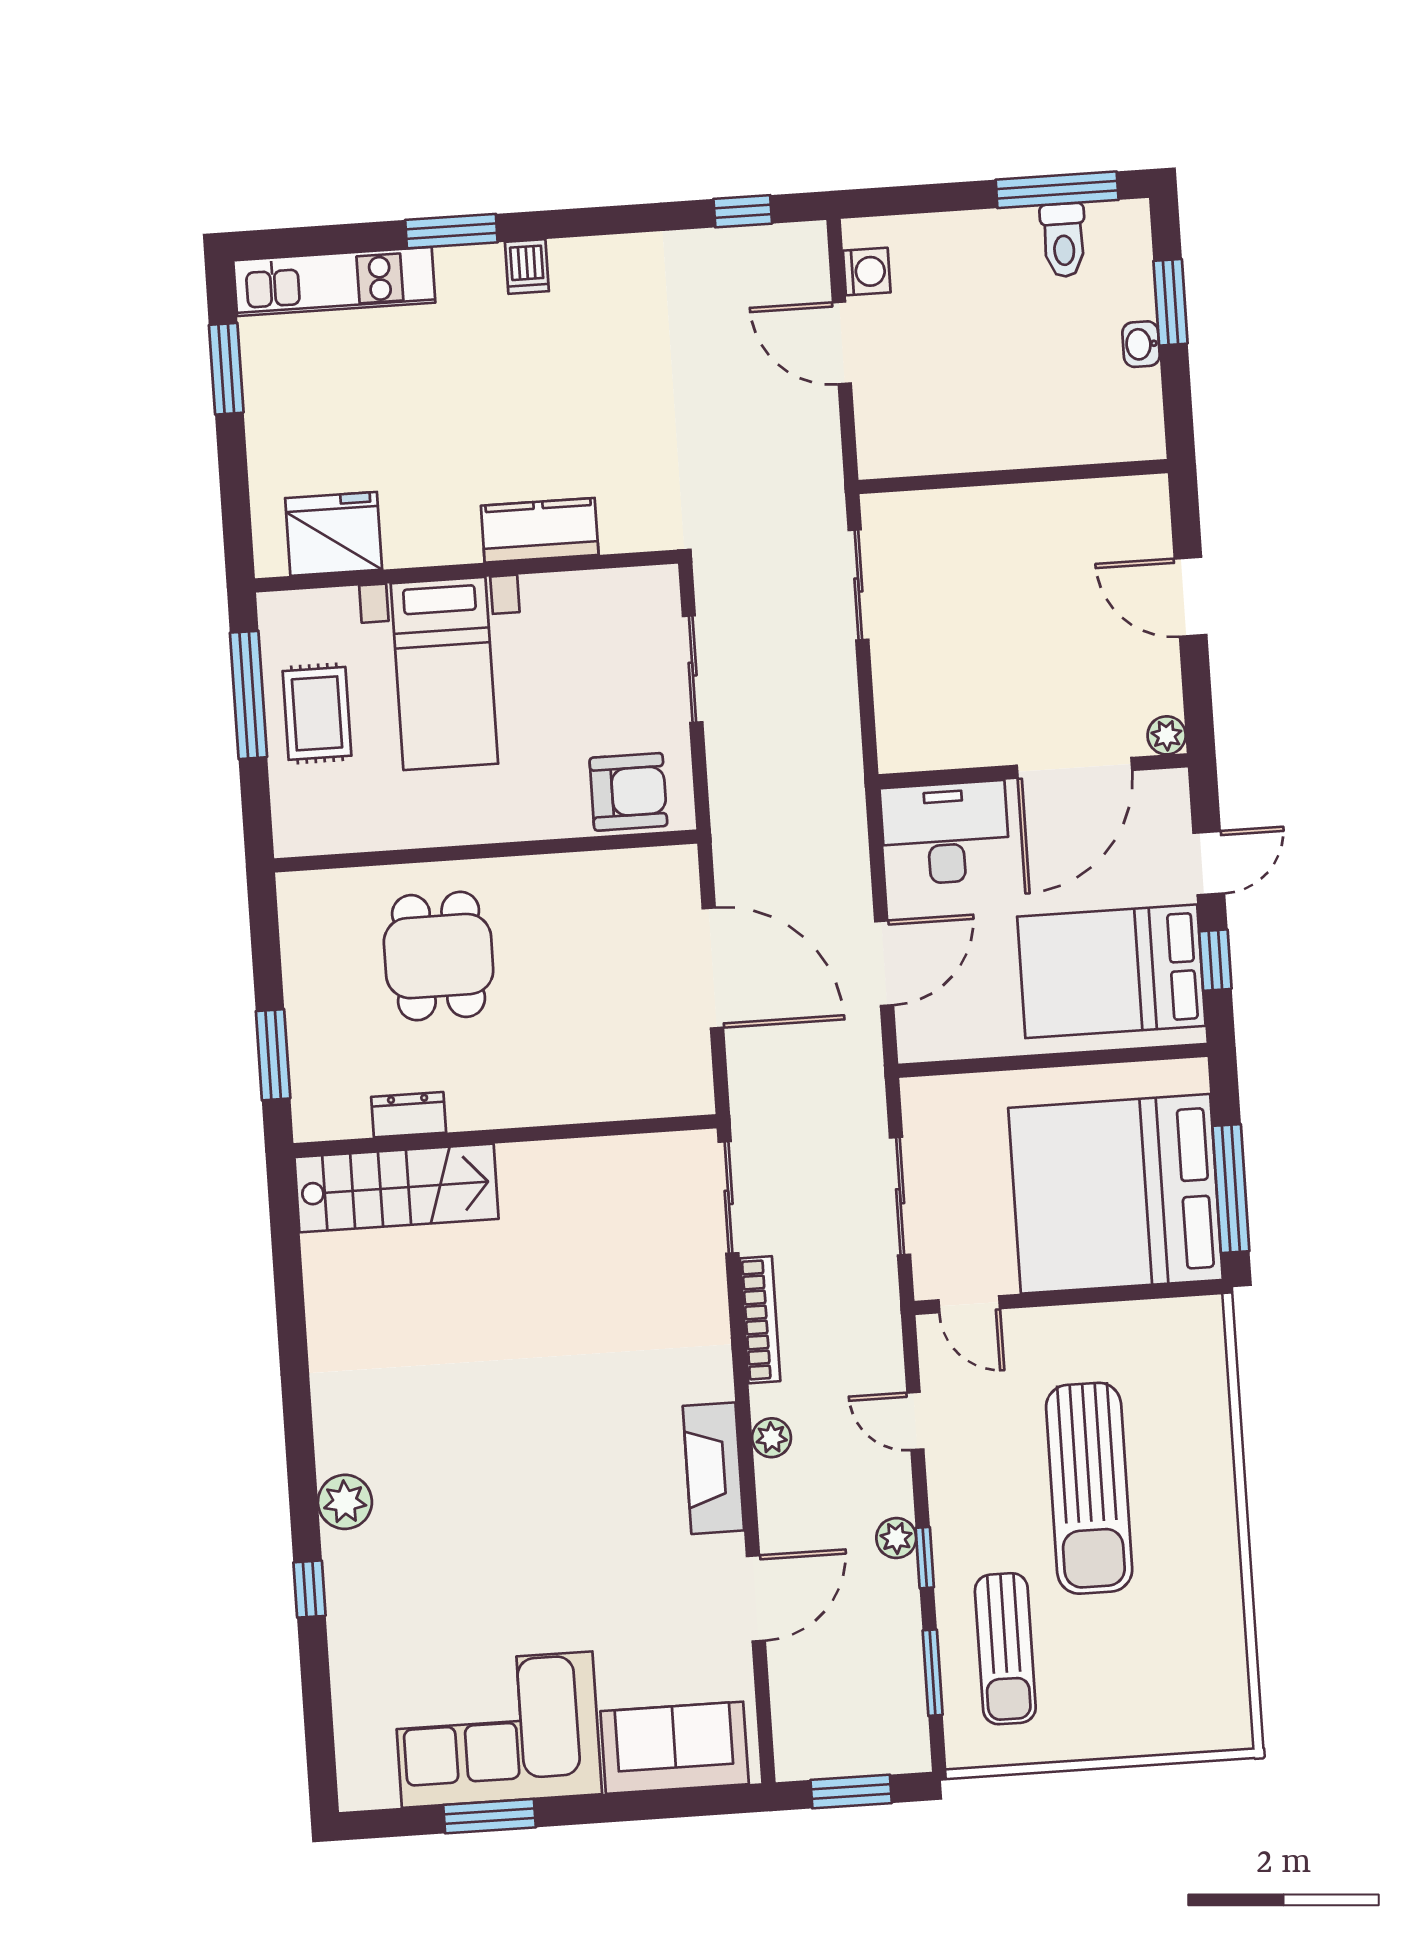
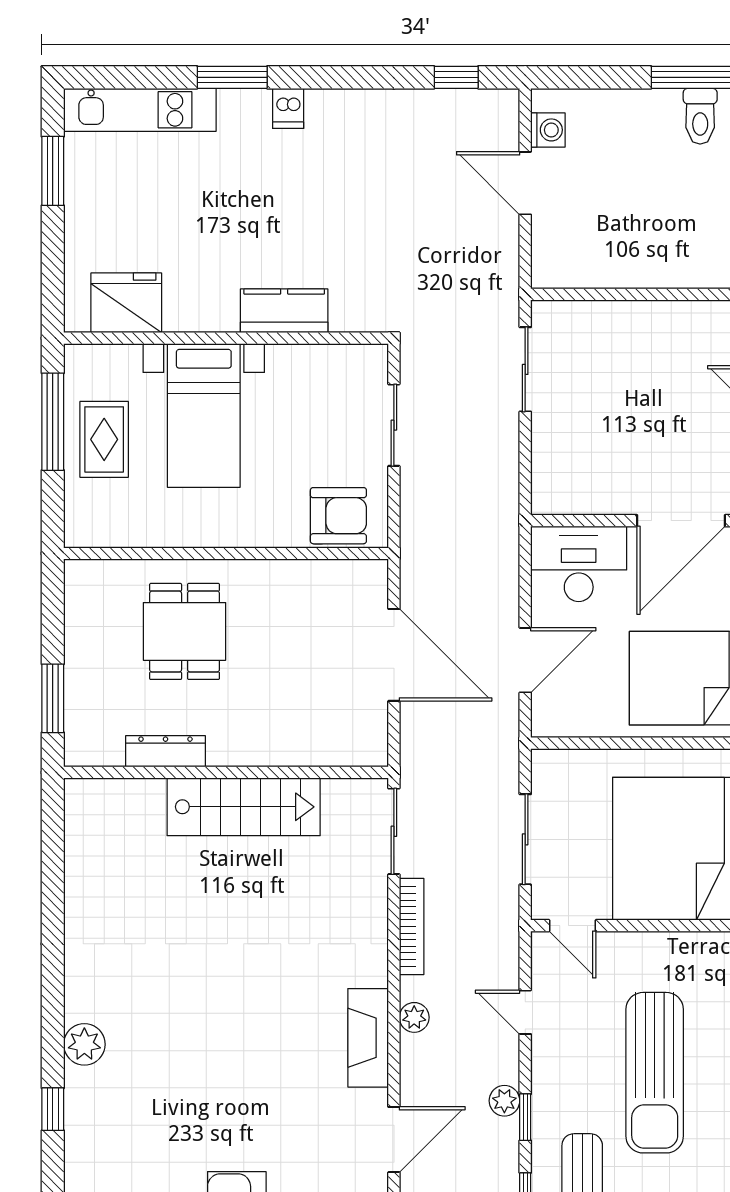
dresser: (409, 1115) -> (165, 751), width x1.44
stairs: (396, 1188) -> (244, 807), moved

